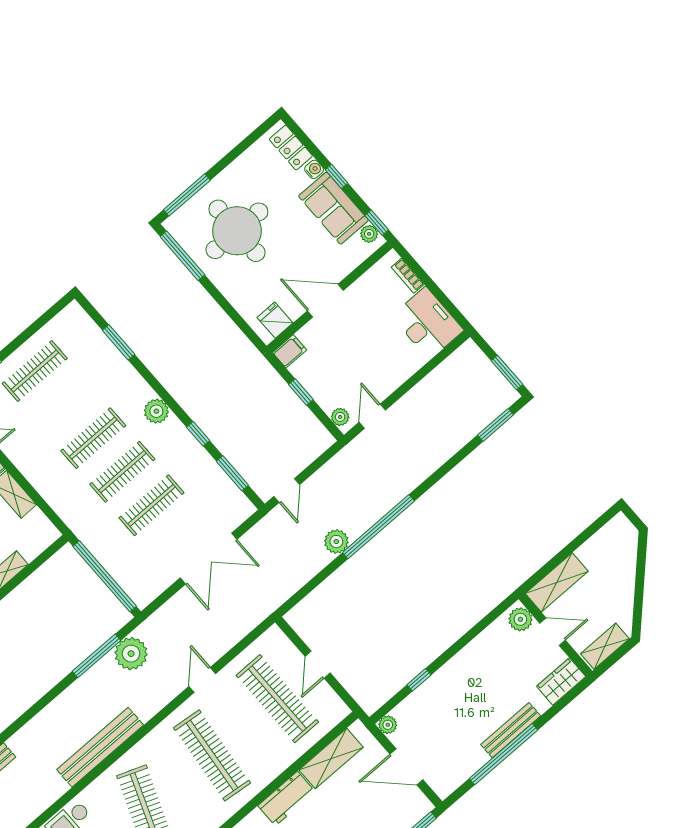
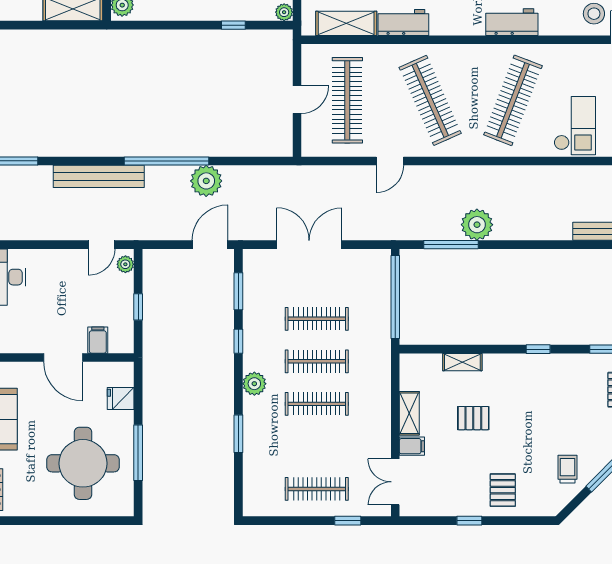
window: (187, 195) -> (97, 521), removed
window: (182, 256) -> (138, 453), moved
fridge: (275, 320) -> (121, 398), moved, turned 90
window: (119, 342) -> (238, 434), moved
filing cabinet: (290, 351) -> (98, 340), moved, turned 90
door: (287, 491) -> (210, 245), width x1.38
plant: (336, 542) -> (206, 181), width x1.36, depth x1.36
plant: (131, 654) -> (477, 225), moved
bench: (100, 747) -> (99, 176), moved
clothes rail: (212, 755) -> (430, 100), turned -30

